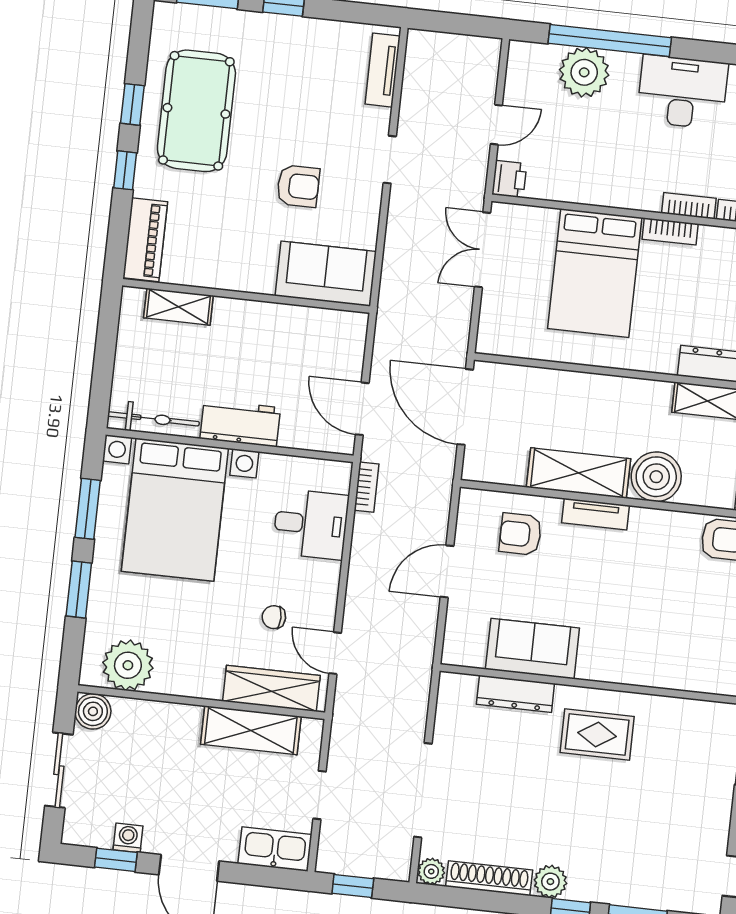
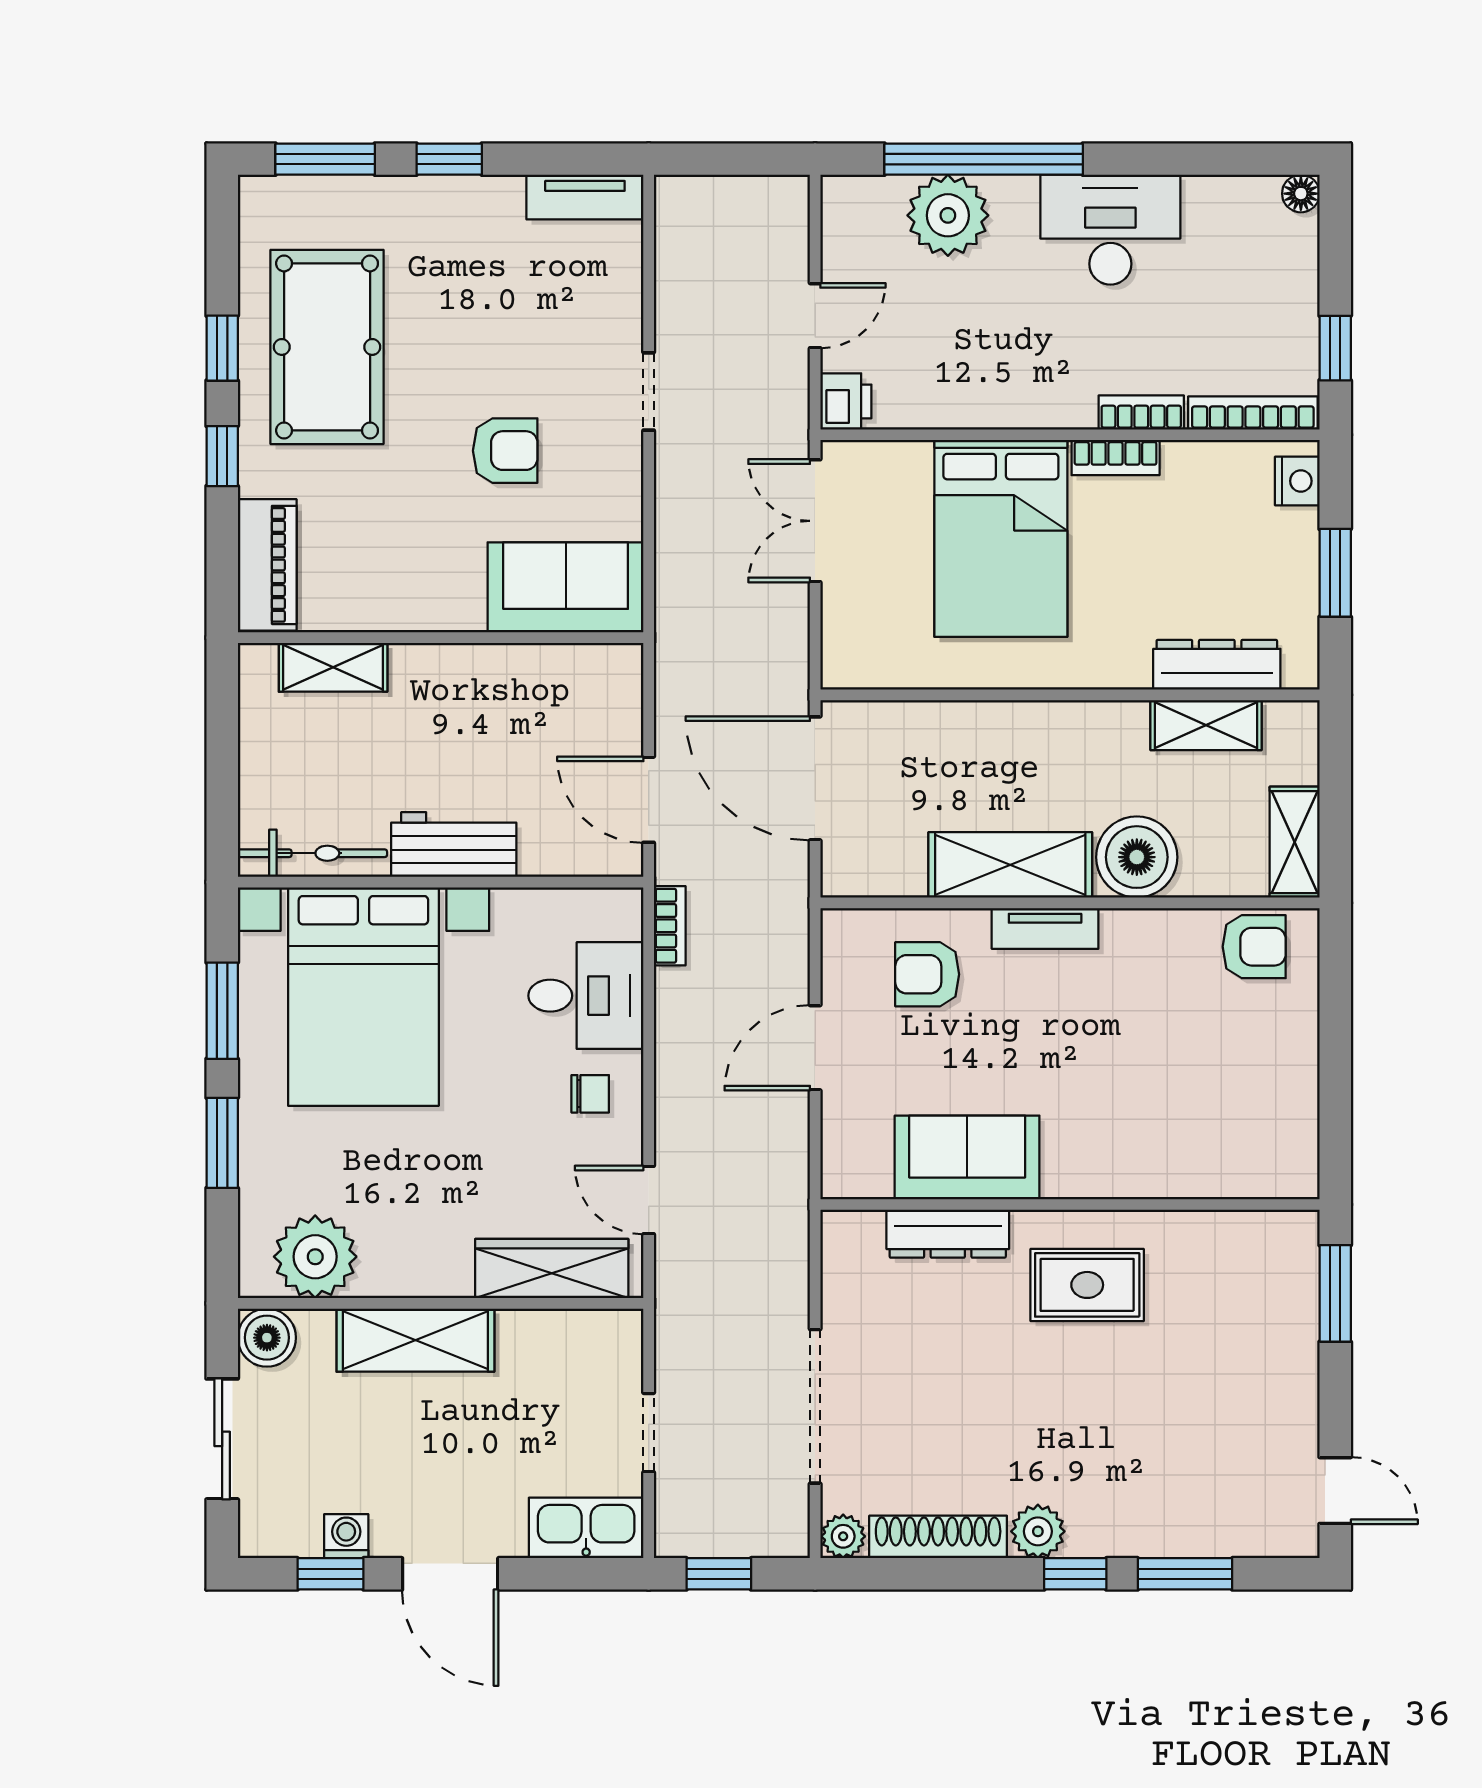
tv unit: (383, 70) -> (585, 197), moved, turned -90
chair: (274, 617) -> (590, 1094), moved, turned 180
shelving: (251, 730) -> (415, 1340), moved

